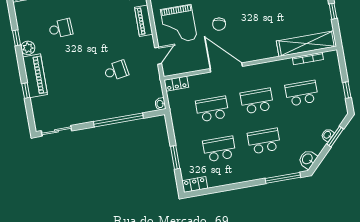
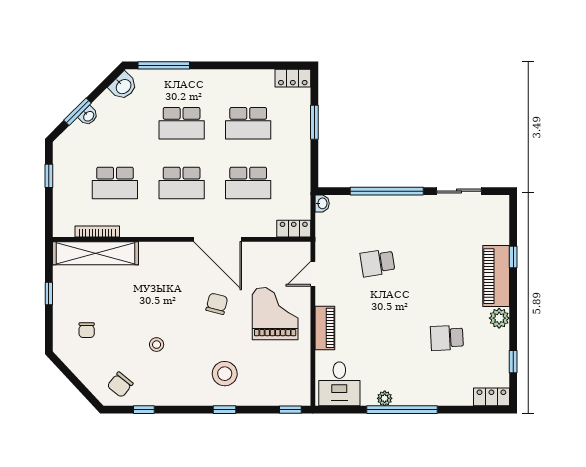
window: (16, 38) -> (513, 362), moved
sliding door: (56, 131) -> (459, 191), moved

